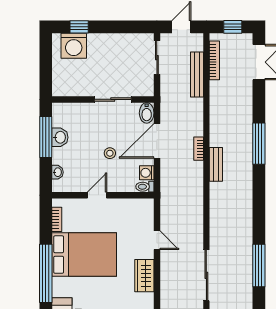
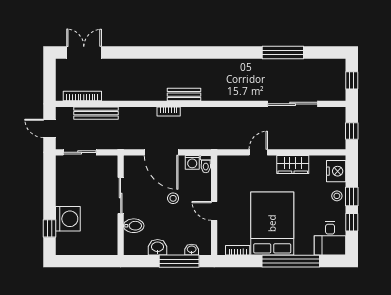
window: (233, 27) -> (49, 78), removed
washing machine: (74, 46) -> (68, 219), moved
bidet: (147, 113) -> (134, 226), moved
window: (46, 137) -> (179, 261), moved
window: (259, 144) -> (164, 53), removed

